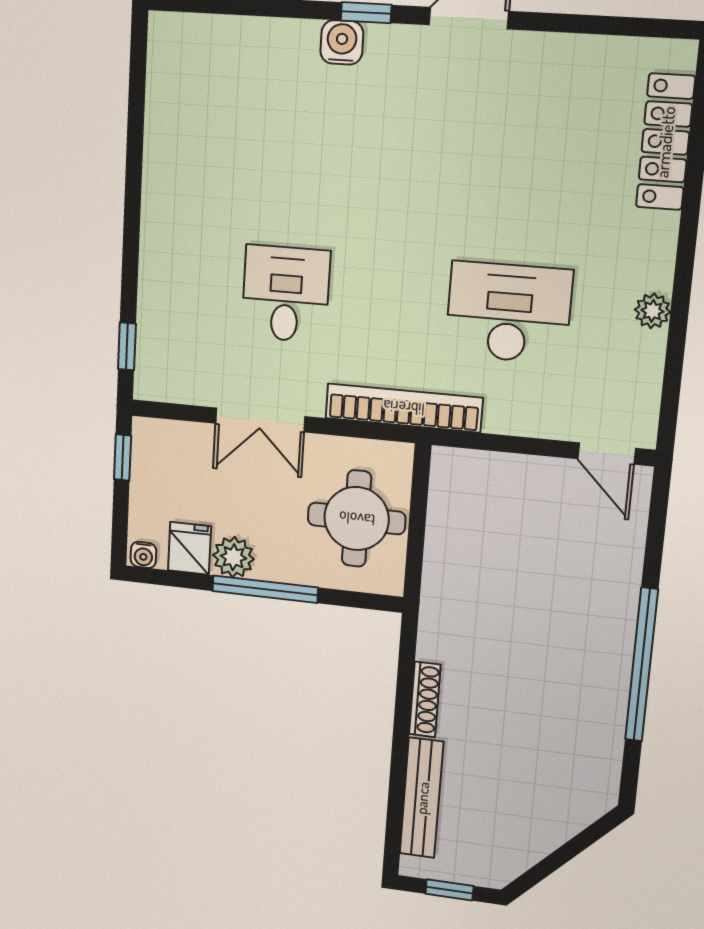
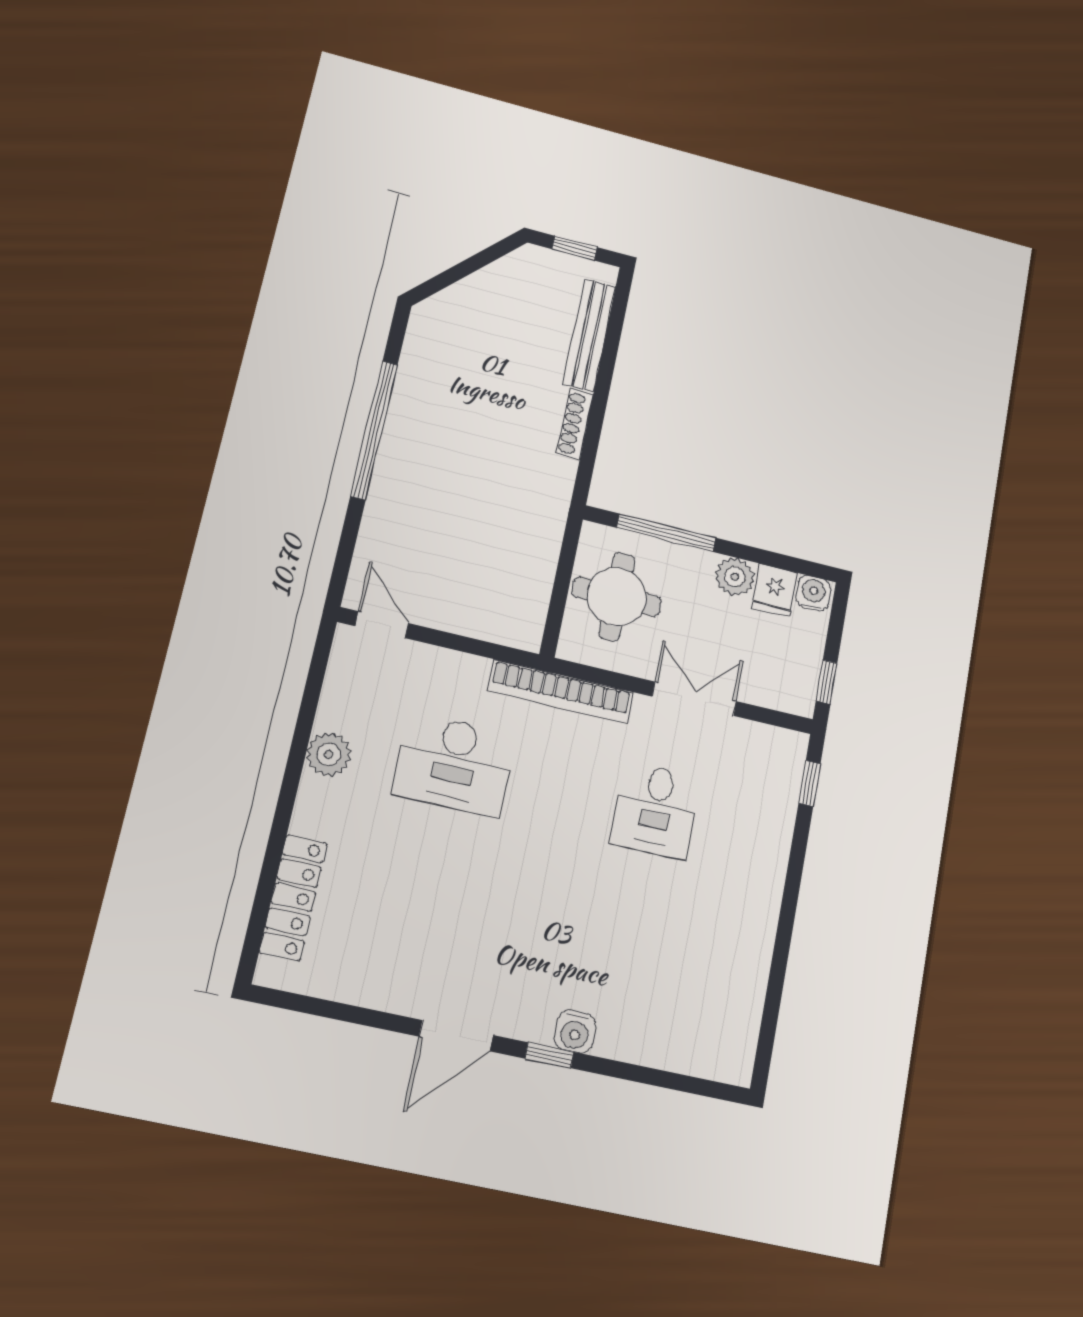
plant: (652, 311) -> (329, 754), width x1.38, depth x1.38
water cooler: (143, 555) -> (813, 593), width x1.38, depth x1.38
window: (265, 589) -> (666, 533), moved

